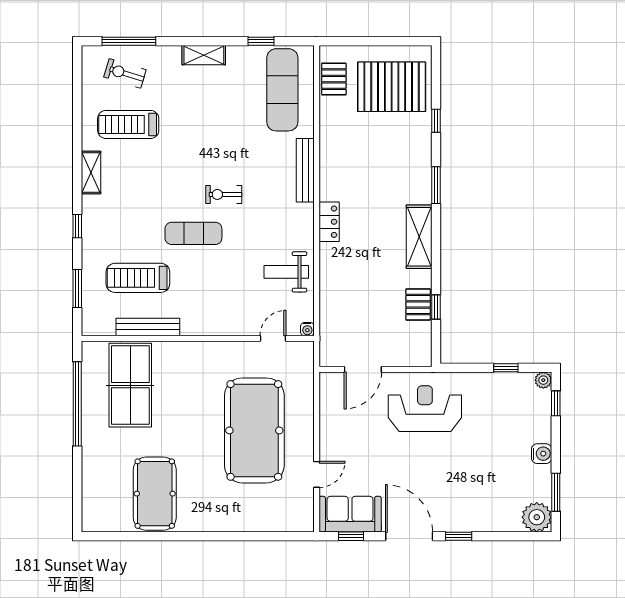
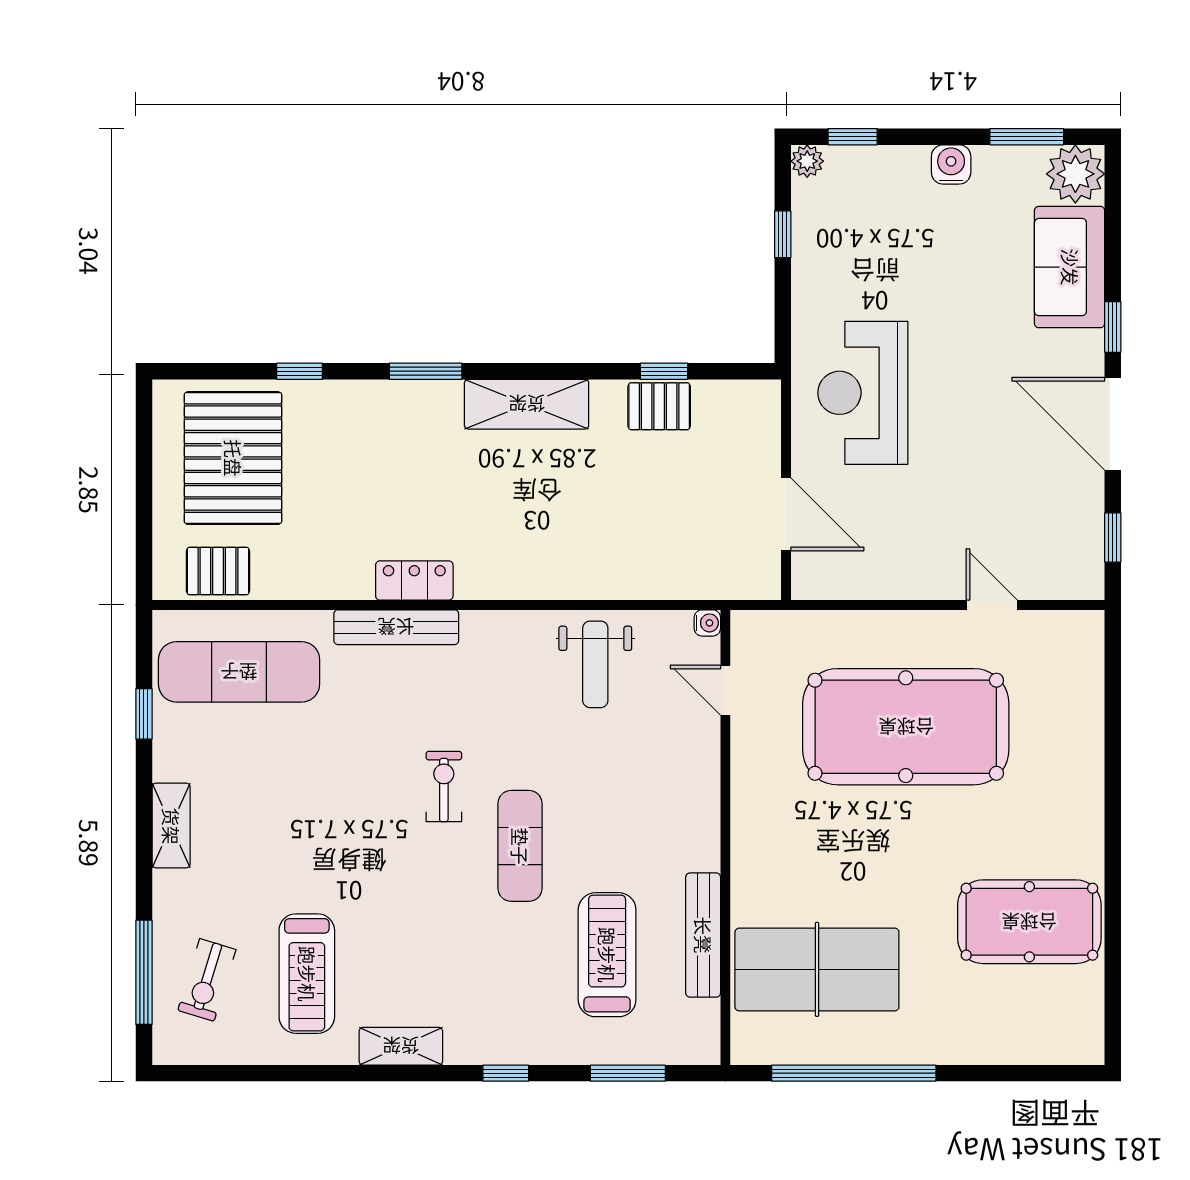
exercise bike: (224, 194) -> (444, 787), turned 180
locker: (329, 222) -> (414, 580), moved
treadmill: (138, 278) -> (607, 955), turned 180
sofa: (350, 514) -> (1070, 267), moved
door: (409, 536) -> (1113, 424), hinge flipped

